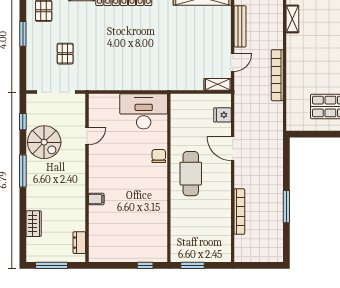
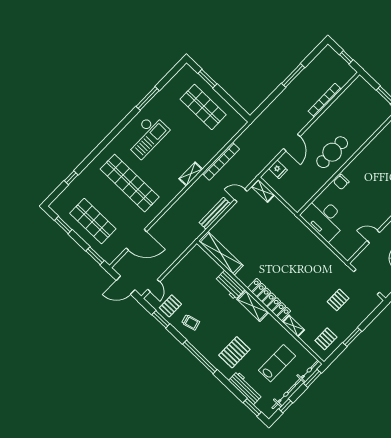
shelving: (292, 19) -> (191, 174), moved
window: (256, 265) -> (346, 57), added

